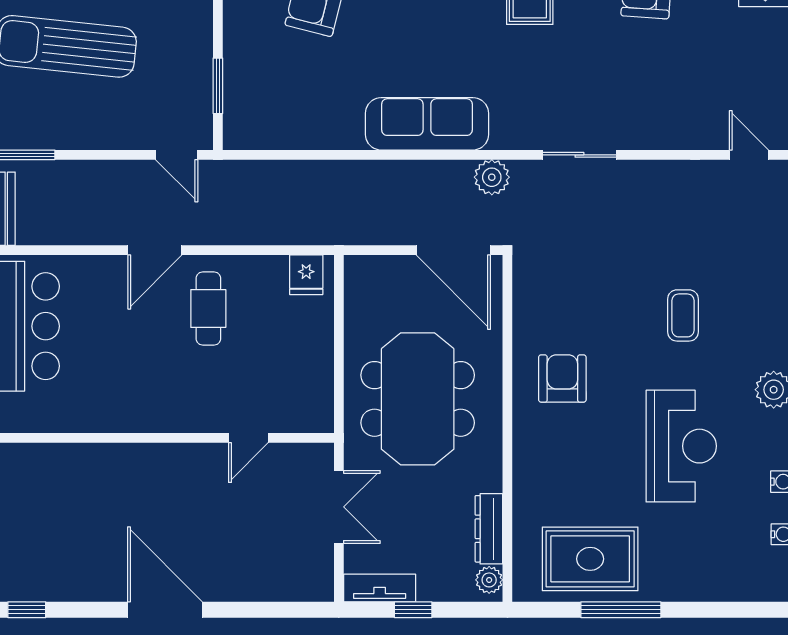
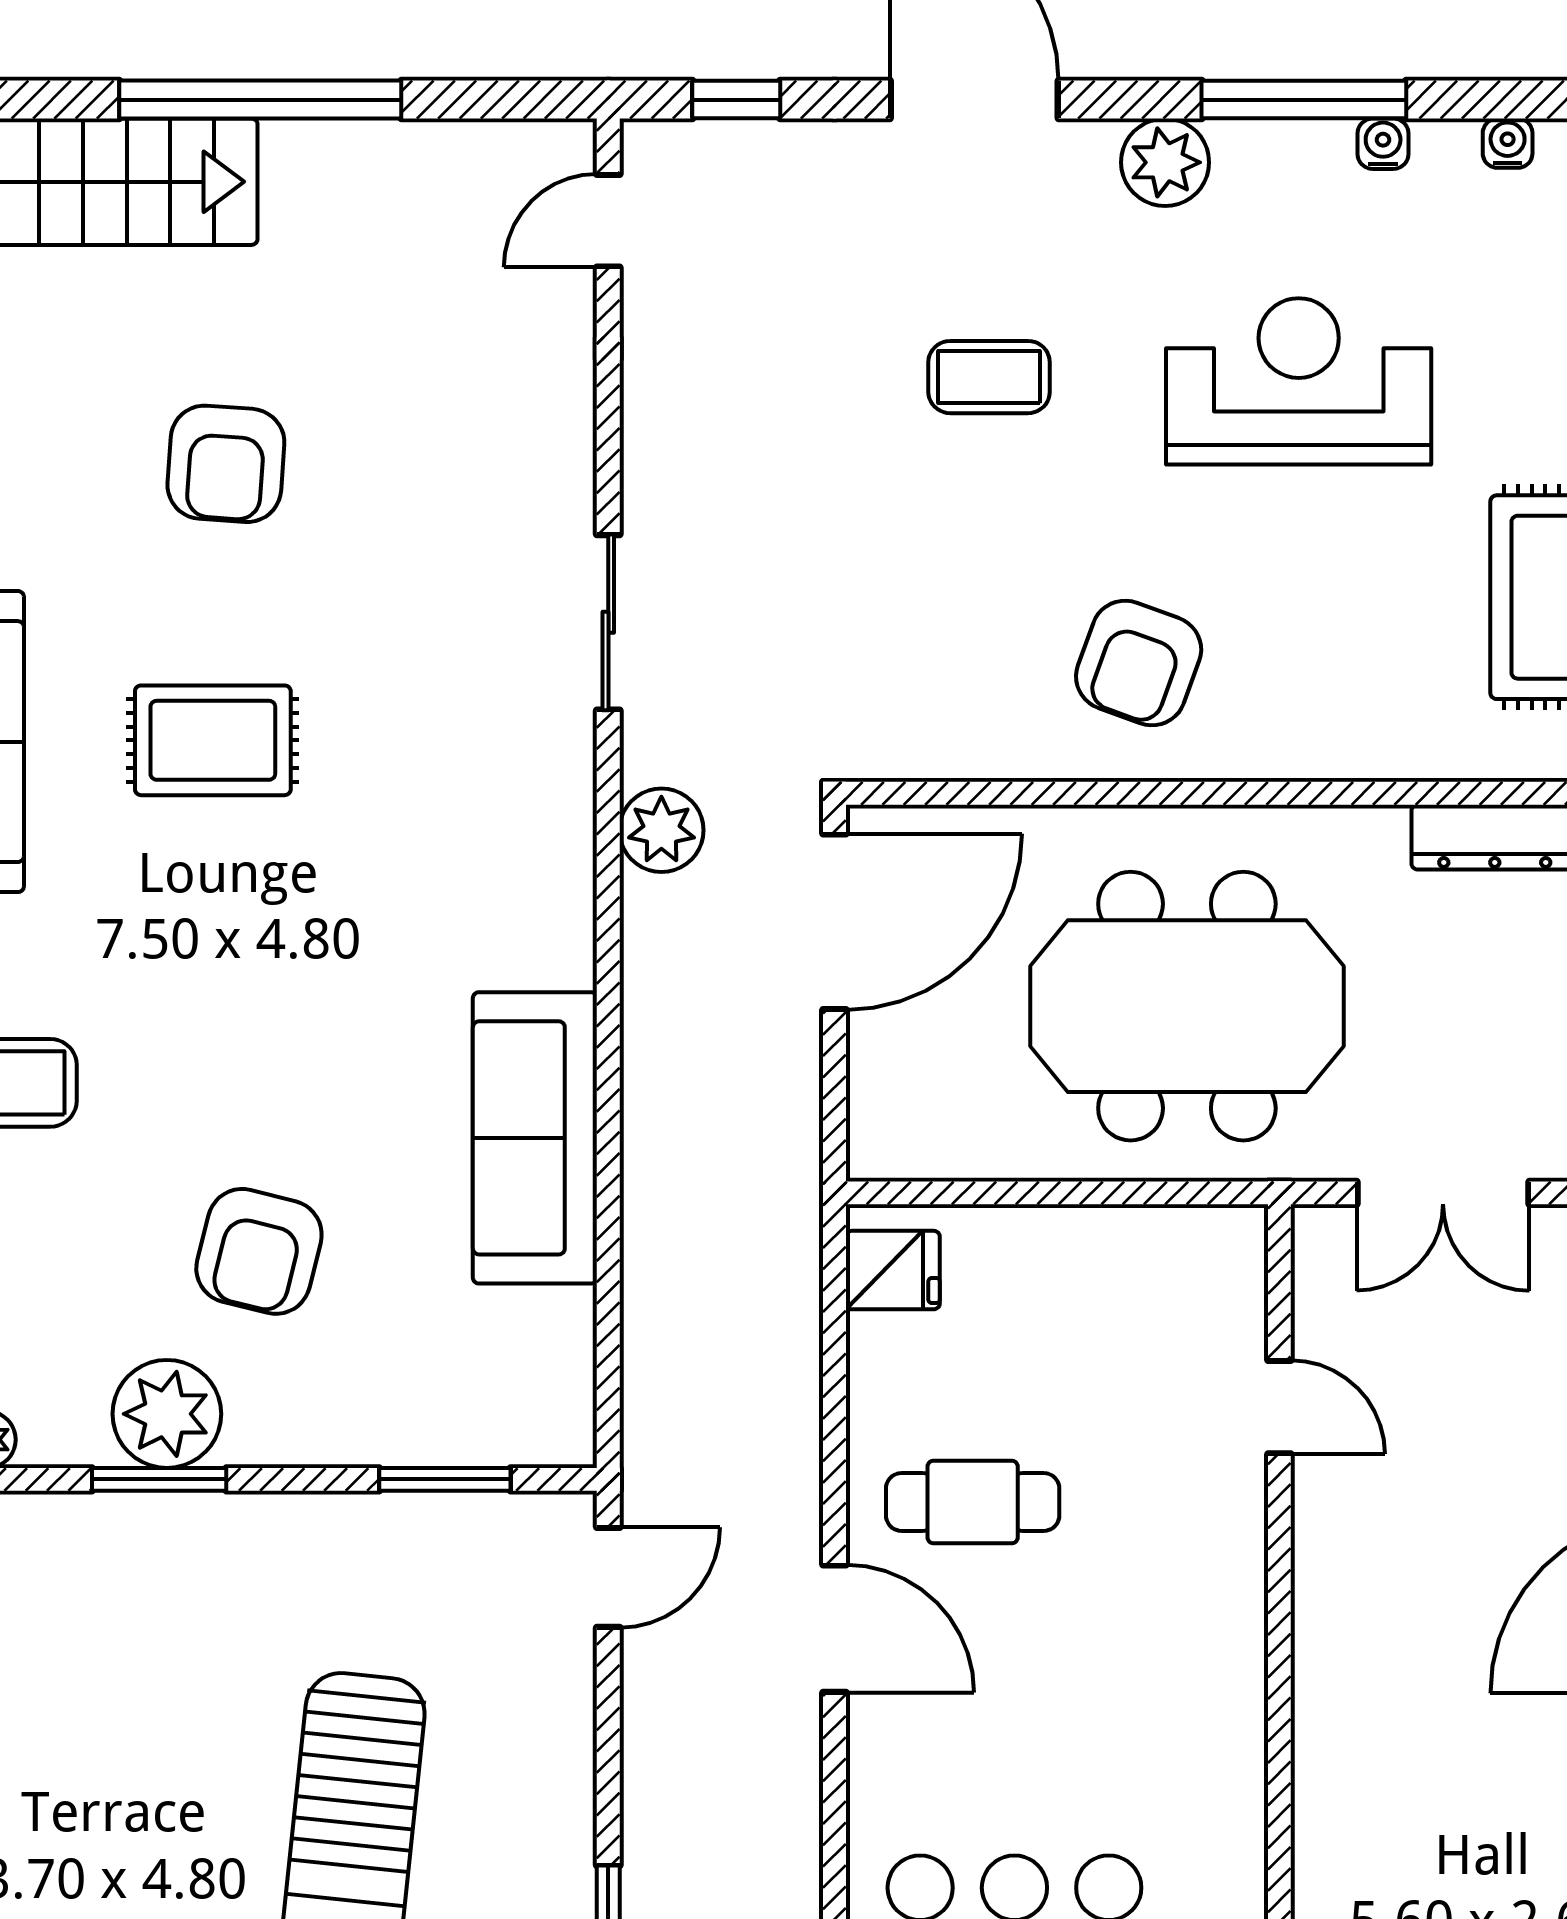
sofa: (427, 124) -> (535, 1138), moved
armchair: (562, 379) -> (1139, 663), turned -70
double door: (339, 507) -> (1443, 1193), swing flipped

